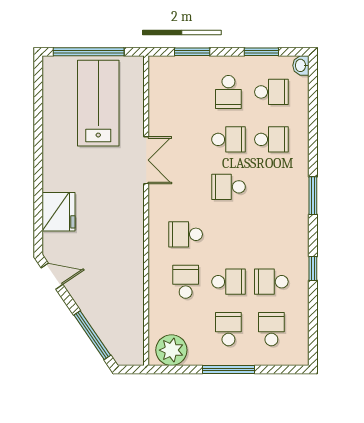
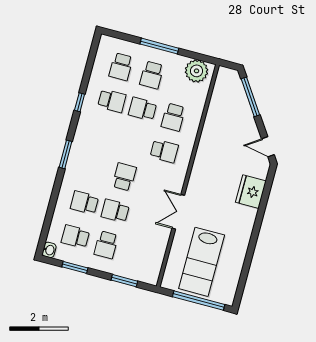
school desk: (228, 92) -> (106, 245), turned 180
school desk: (228, 187) -> (124, 177), turned -90

